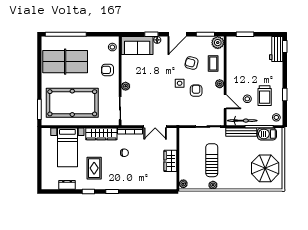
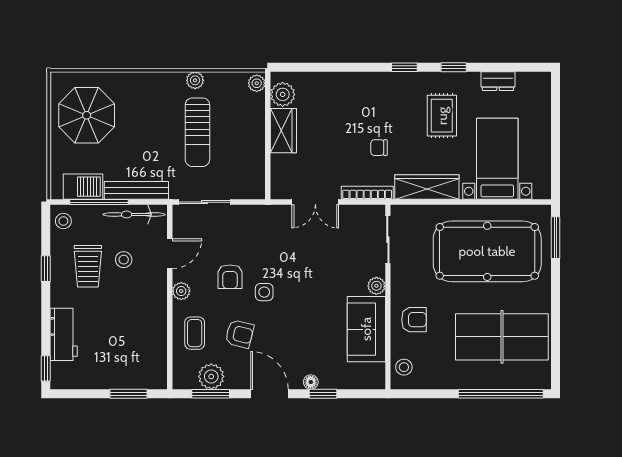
door: (177, 34) -> (269, 394), hinge flipped
plant: (218, 43) -> (211, 376), moved
sofa: (137, 46) -> (366, 329), moved, turned -90
workbench: (276, 49) -> (64, 334), moved
trolley: (265, 96) -> (88, 266), turned 180
door: (225, 102) -> (170, 254), swing flipped
double door: (155, 127) -> (315, 202), swing flipped
plant: (171, 178) -> (283, 94), added

